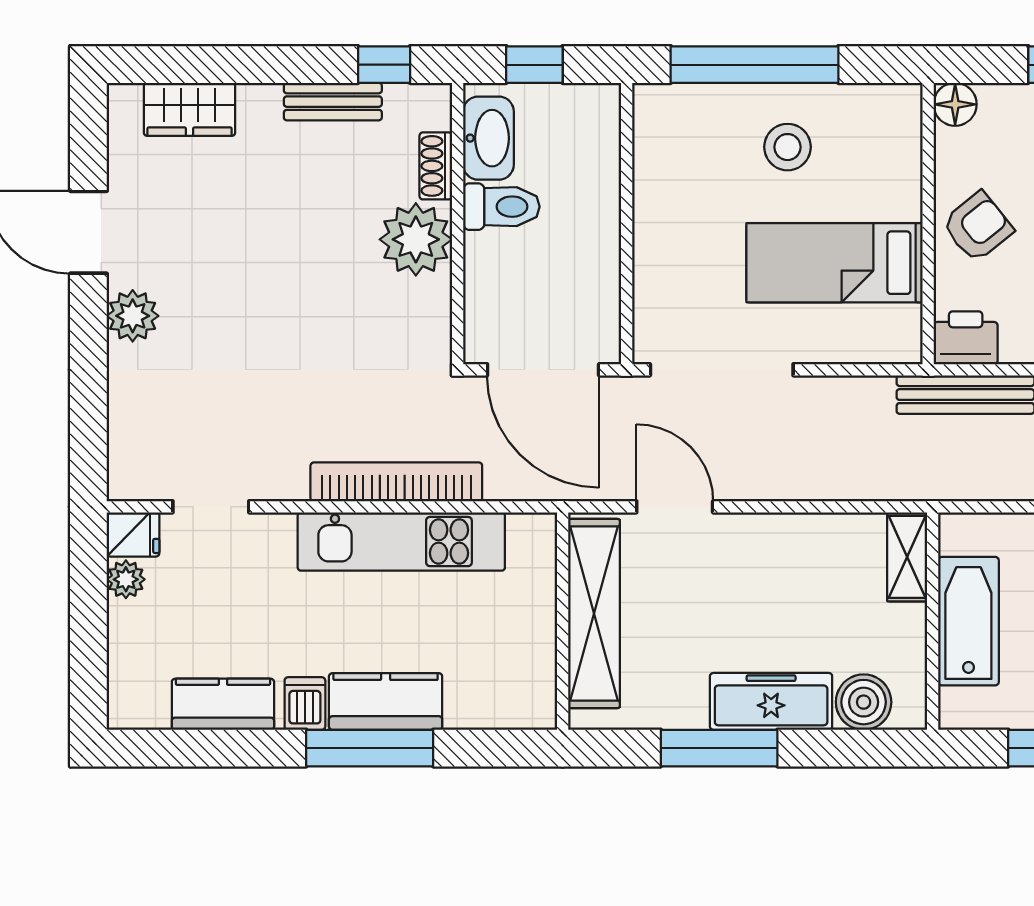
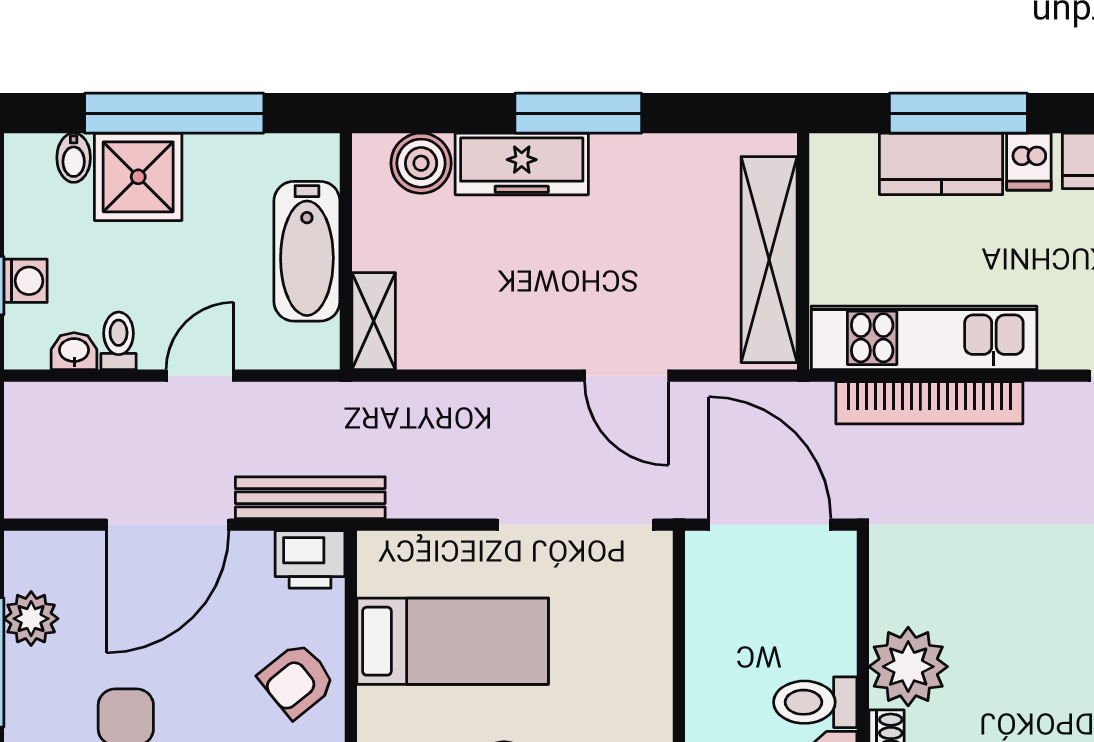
shelving: (594, 613) -> (769, 260), moved
wall: (563, 621) -> (803, 251), moved

